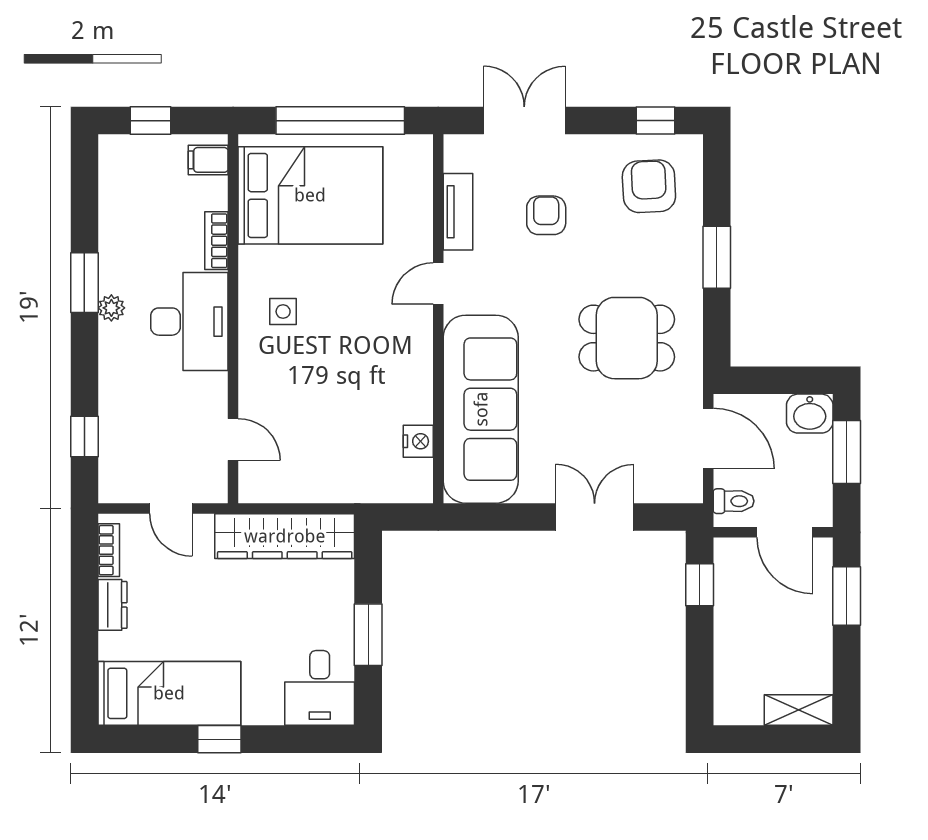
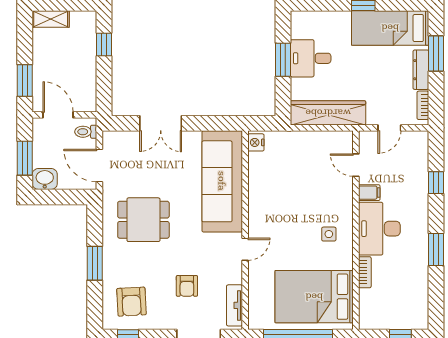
filing cabinet: (208, 160) -> (369, 193), moved
tv unit: (458, 212) -> (234, 305), moved
plant: (111, 308) -> (421, 236), removed
window: (84, 437) -> (436, 183), moved
nightstand: (418, 441) -> (256, 142), moved
door: (171, 508) -> (389, 128), swing flipped
window: (700, 585) -> (104, 45), moved
dresser: (112, 605) -> (421, 70), width x1.44
window: (84, 646) -> (436, 54), added
desk: (320, 688) -> (311, 58), moved, turned -90

